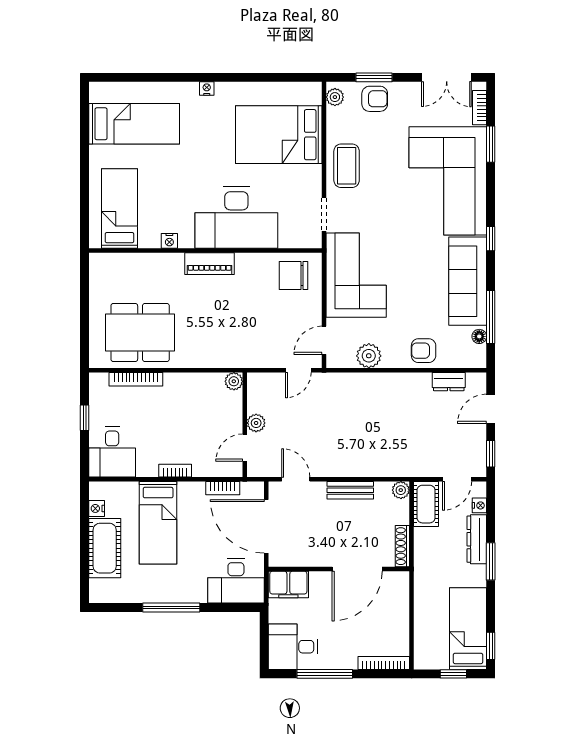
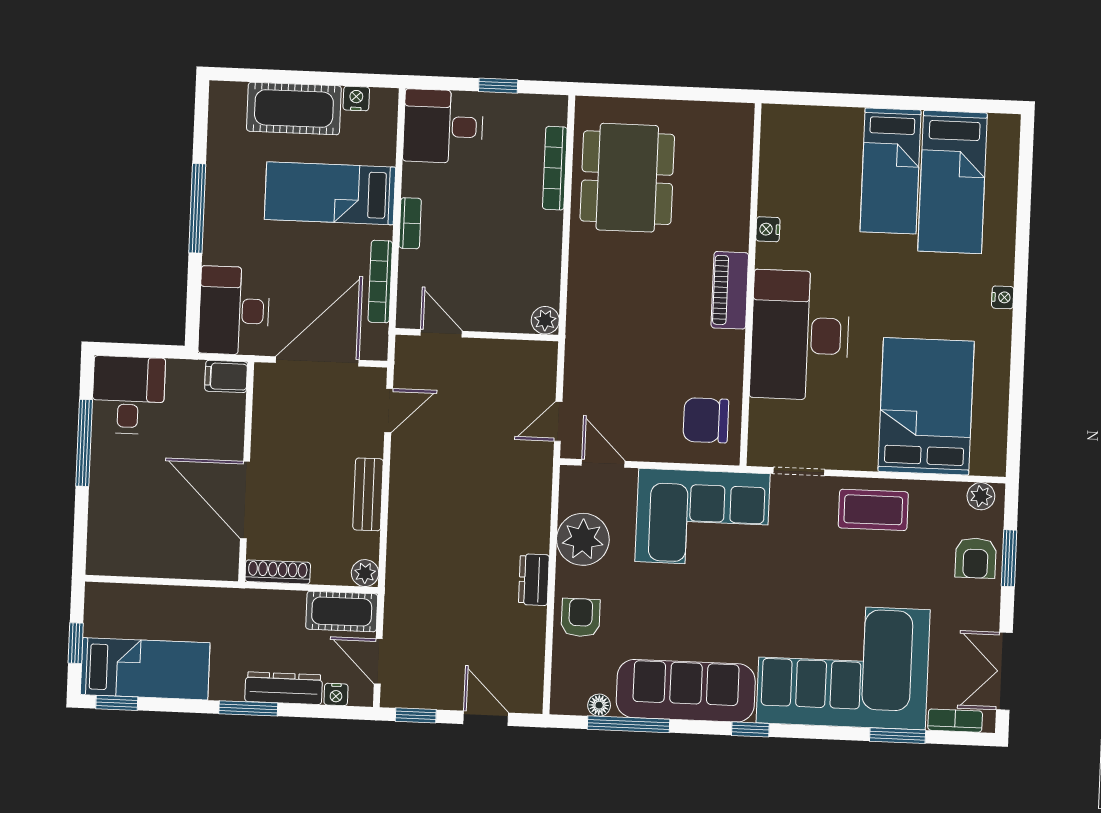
bed: (119, 209) -> (891, 171), moved, turned 90
chair: (294, 276) -> (706, 420), turned -90
plant: (369, 356) -> (583, 539), width x1.36, depth x1.36
door: (298, 370) -> (558, 421), hinge flipped
dresser: (449, 382) -> (534, 580), moved
plant: (256, 423) -> (479, 352), removed
bookcase: (223, 488) -> (380, 282), width x1.56
filing cabinet: (288, 585) -> (226, 376), width x0.50
bookcase: (384, 663) -> (97, 535), removed

